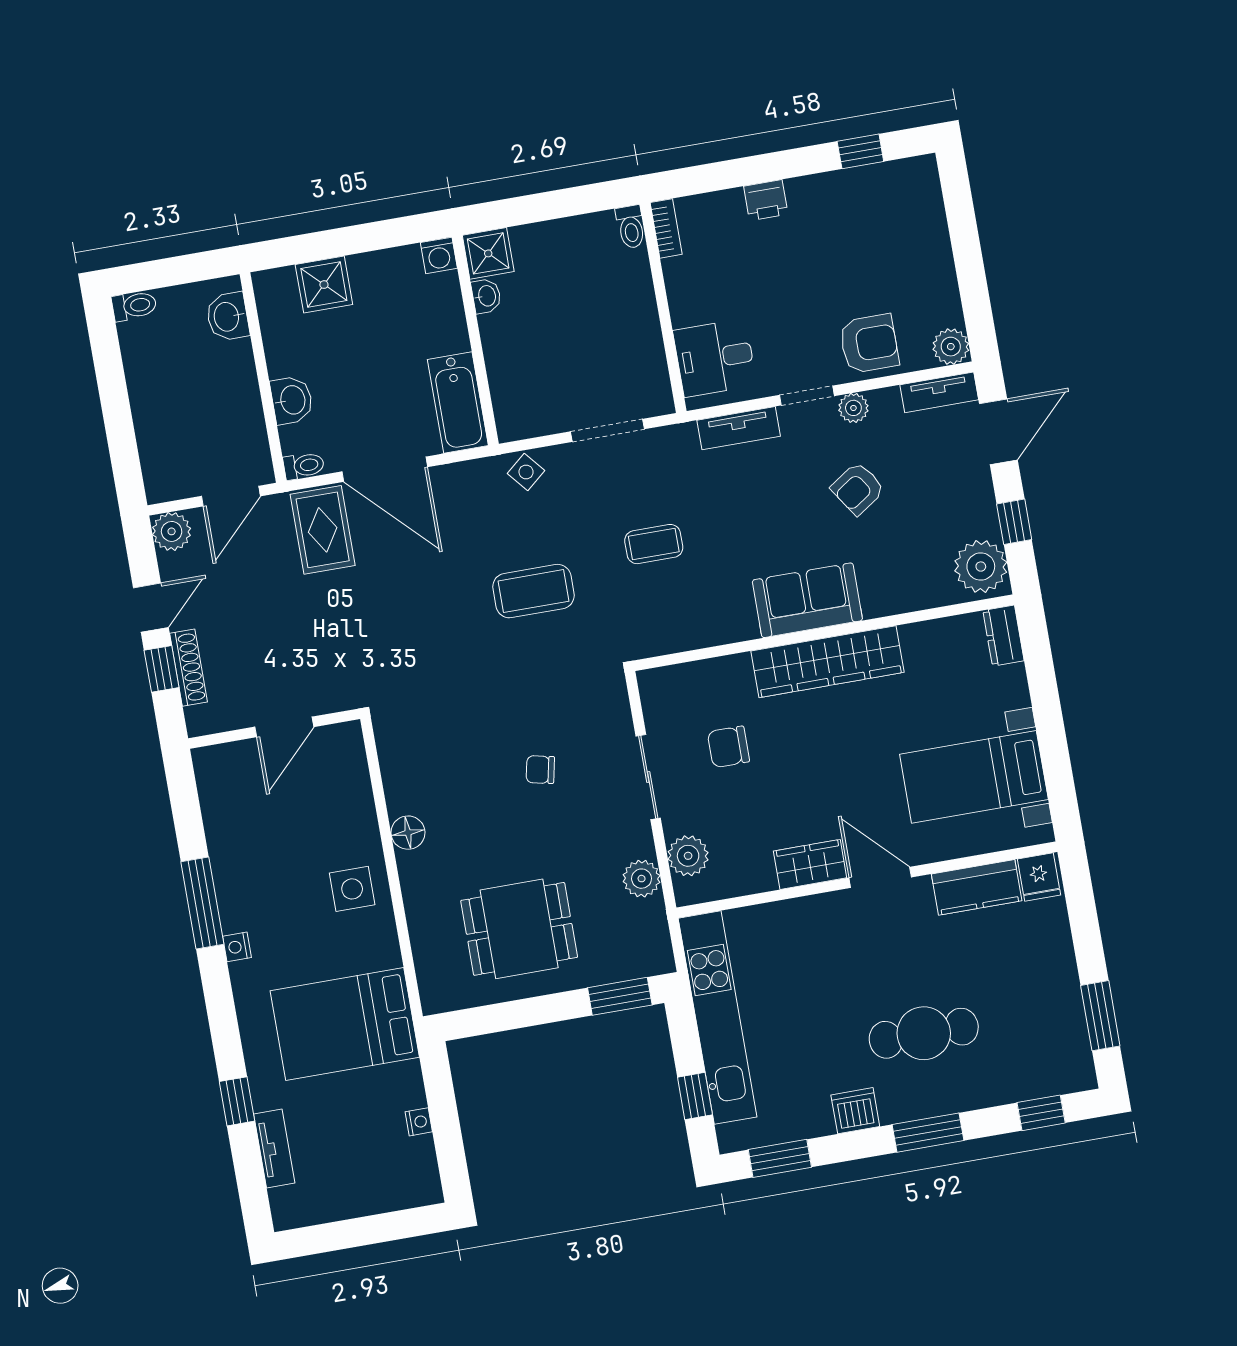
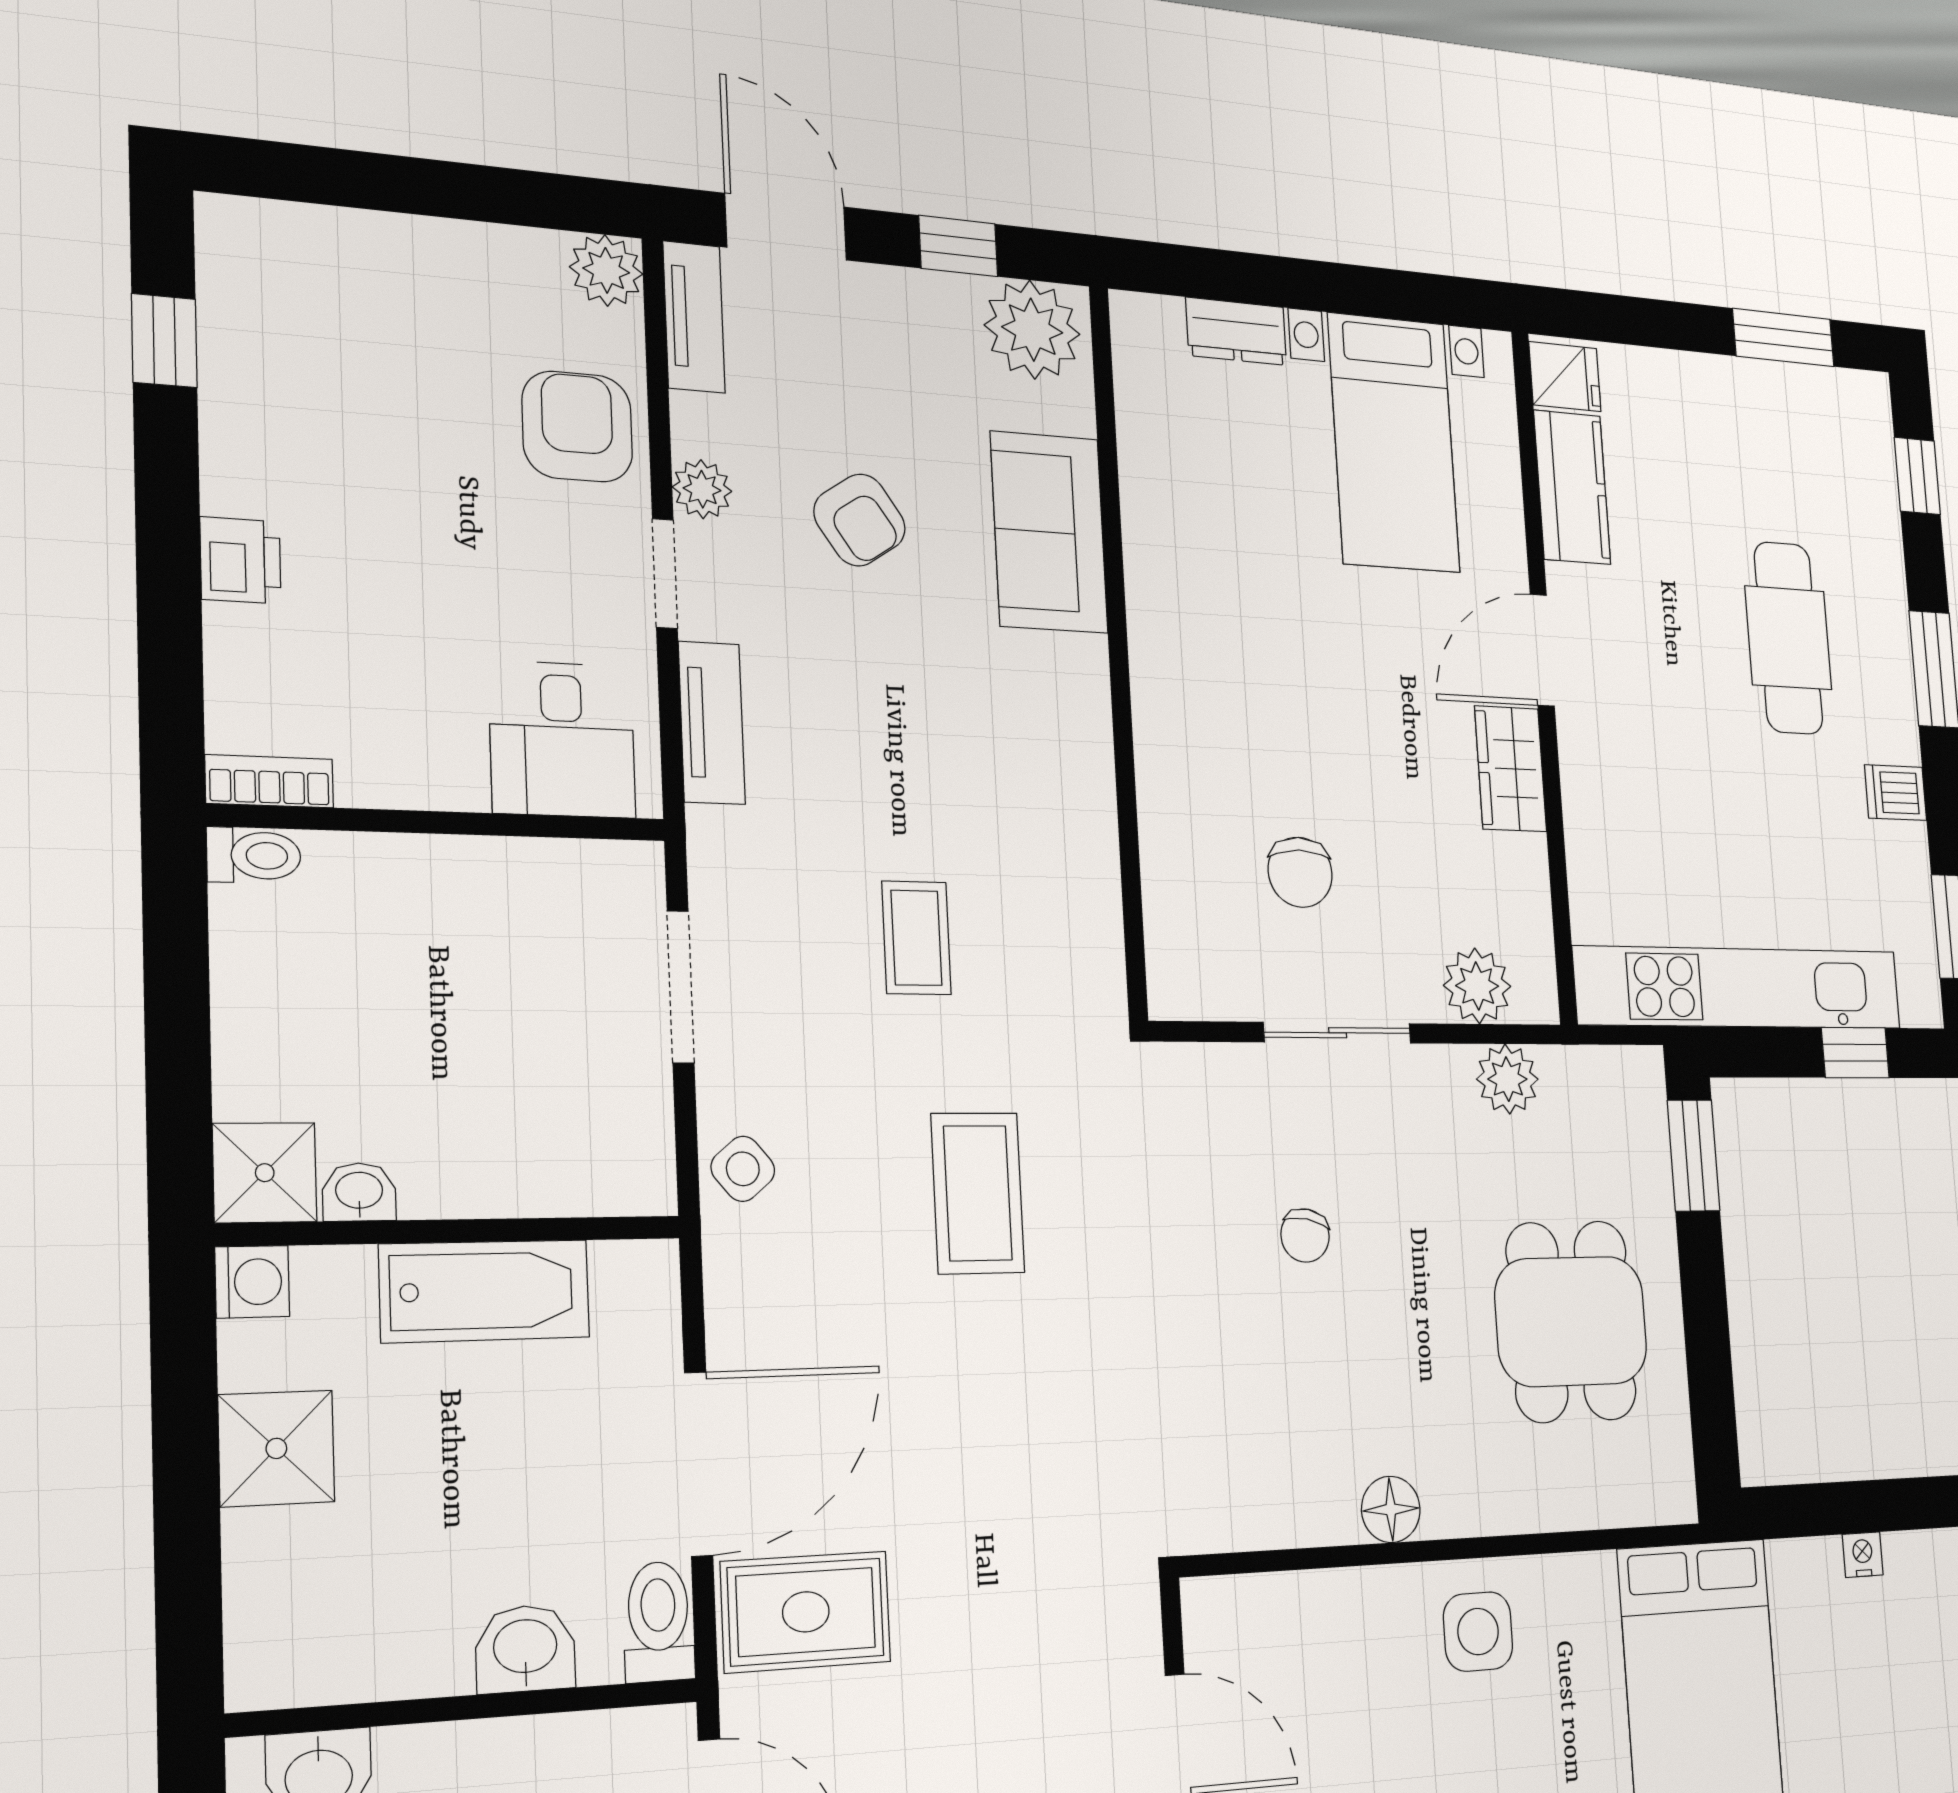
shower: (324, 285) -> (276, 1448), moved
bathtub: (458, 403) -> (485, 1291), moved
toilet: (304, 466) -> (659, 1622), width x1.37, depth x1.39
sofa: (807, 600) -> (1049, 532), moved
dresser: (1003, 636) -> (1236, 331), moved
wardrobe: (828, 662) -> (1170, 655), removed
dishwasher: (855, 1111) -> (1896, 793), width x0.73

